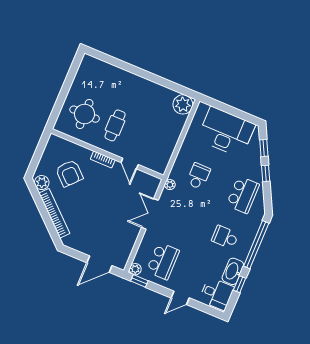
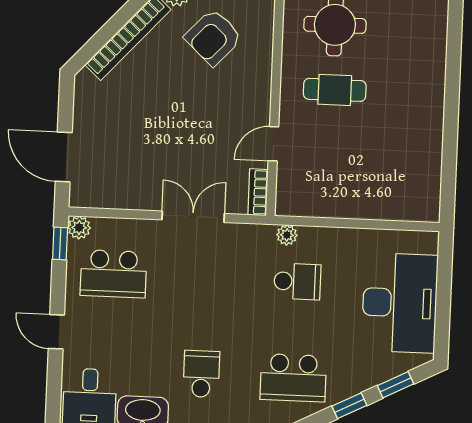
plant: (183, 104) -> (421, 203), removed
bookcase: (103, 159) -> (258, 192), moved
plant: (170, 185) -> (287, 235), moved

